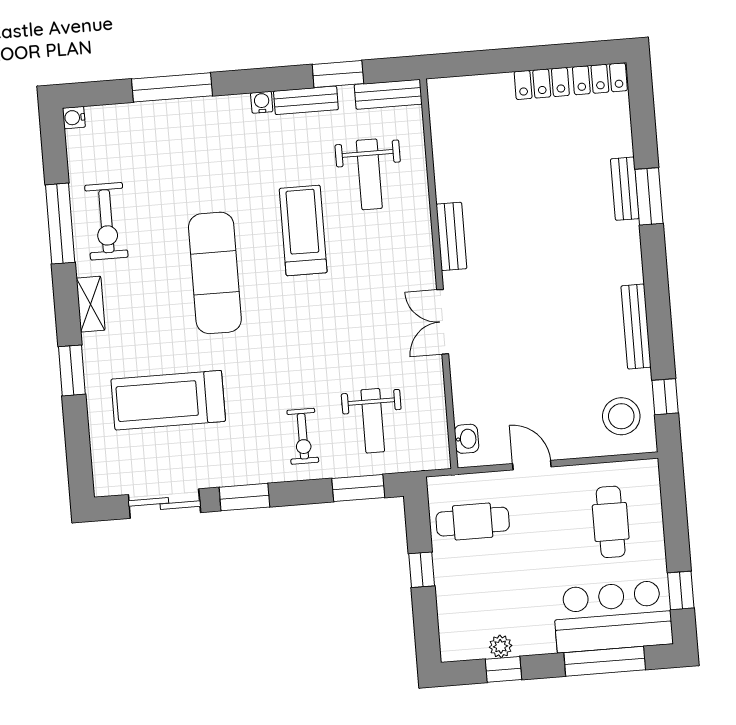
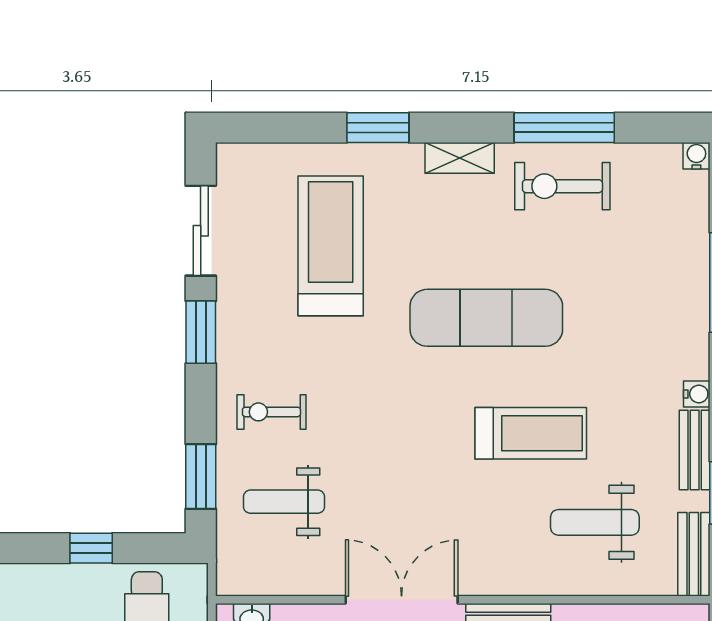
double door: (443, 322) -> (402, 600), width x1.37

